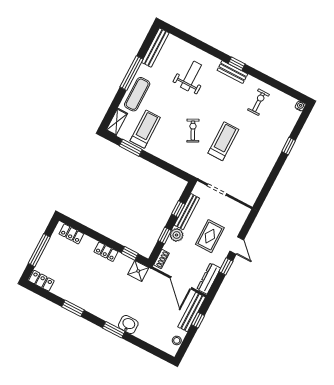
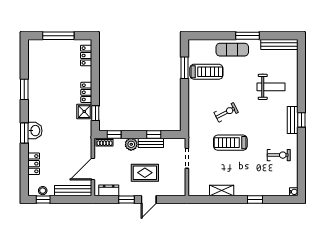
window: (132, 73) -> (248, 36), width x0.69
shelving: (117, 122) -> (222, 191), moved
treadmill: (223, 141) -> (230, 143), turned 180
bench: (187, 212) -> (151, 143), width x0.73
window: (165, 235) -> (114, 134), moved
shower: (138, 271) -> (84, 112), moved
dresser: (209, 279) -> (109, 190), width x0.70
locker: (41, 281) -> (34, 164), moved
window: (198, 320) -> (43, 200), moved
washbasin: (128, 325) -> (35, 131), moved

